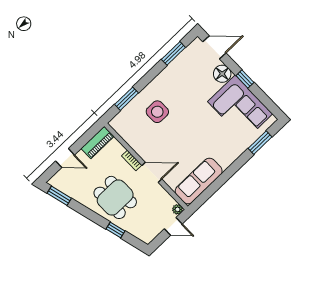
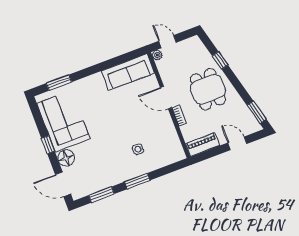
window: (126, 99) -> (137, 181), moved
side table: (157, 112) -> (138, 149), width x0.54, depth x0.54

